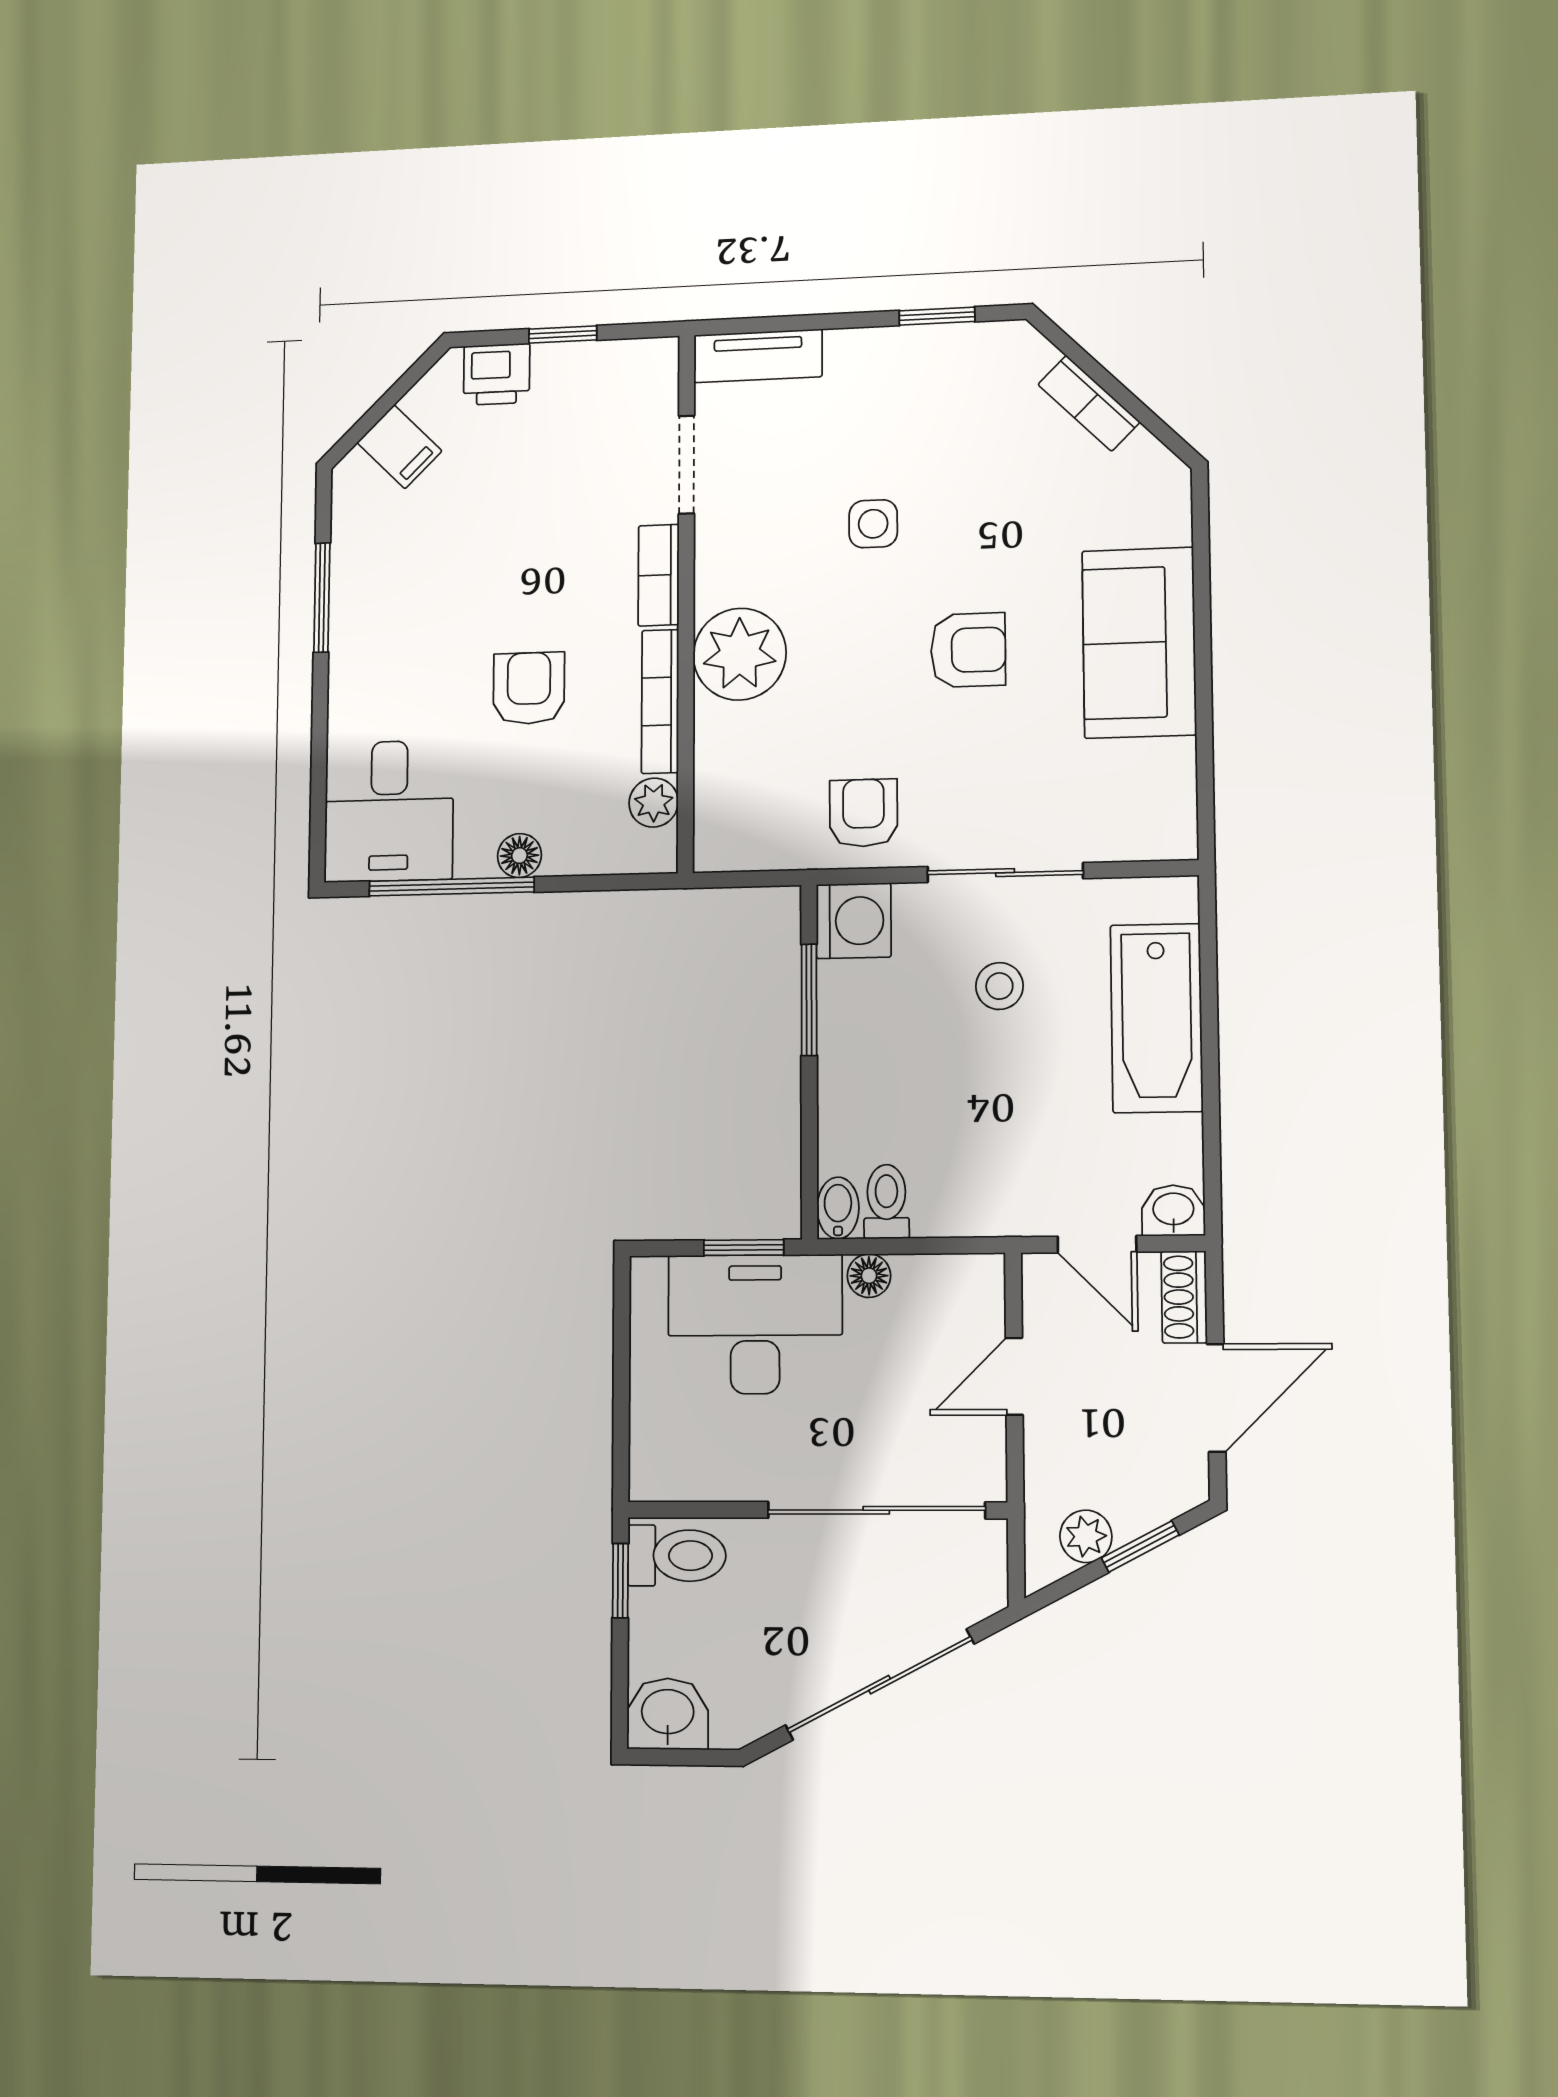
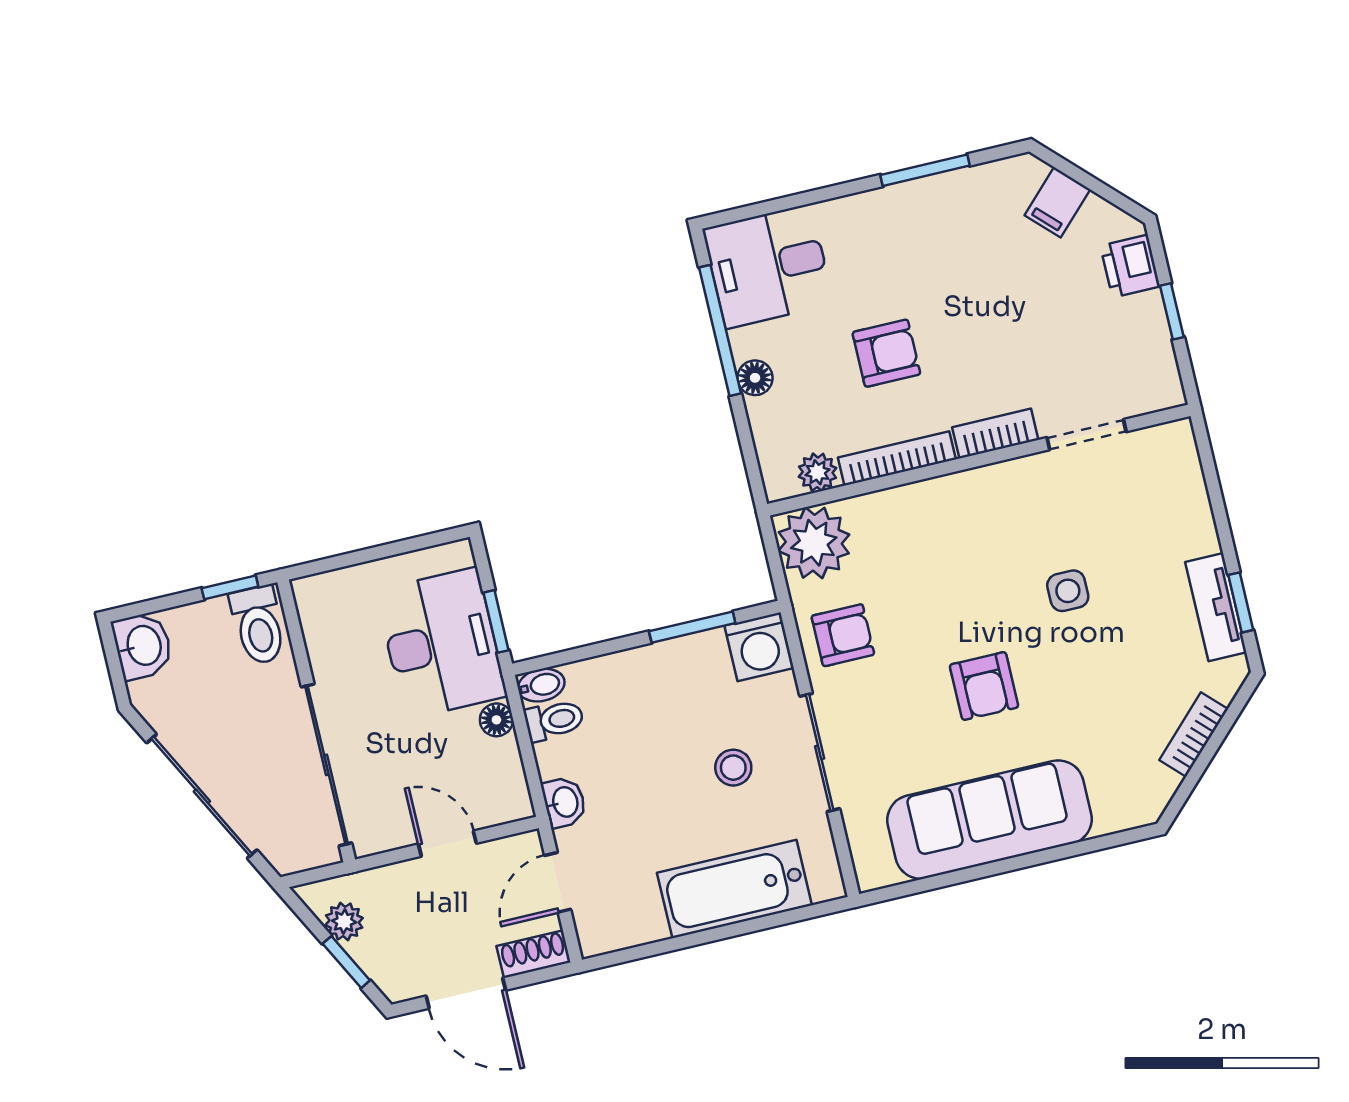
tv unit: (758, 356) -> (1216, 607), moved
sofa: (1139, 643) -> (990, 820), width x1.36
plant: (740, 654) -> (814, 543), moved
washbasin: (1173, 1210) -> (564, 802), moved

